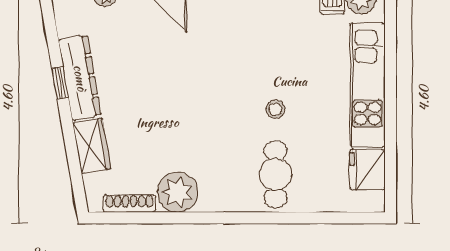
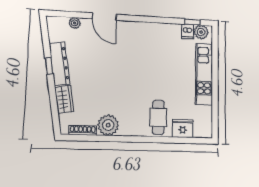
stool: (275, 109) -> (159, 84), removed
fridge: (367, 170) -> (183, 129), moved, turned 90

